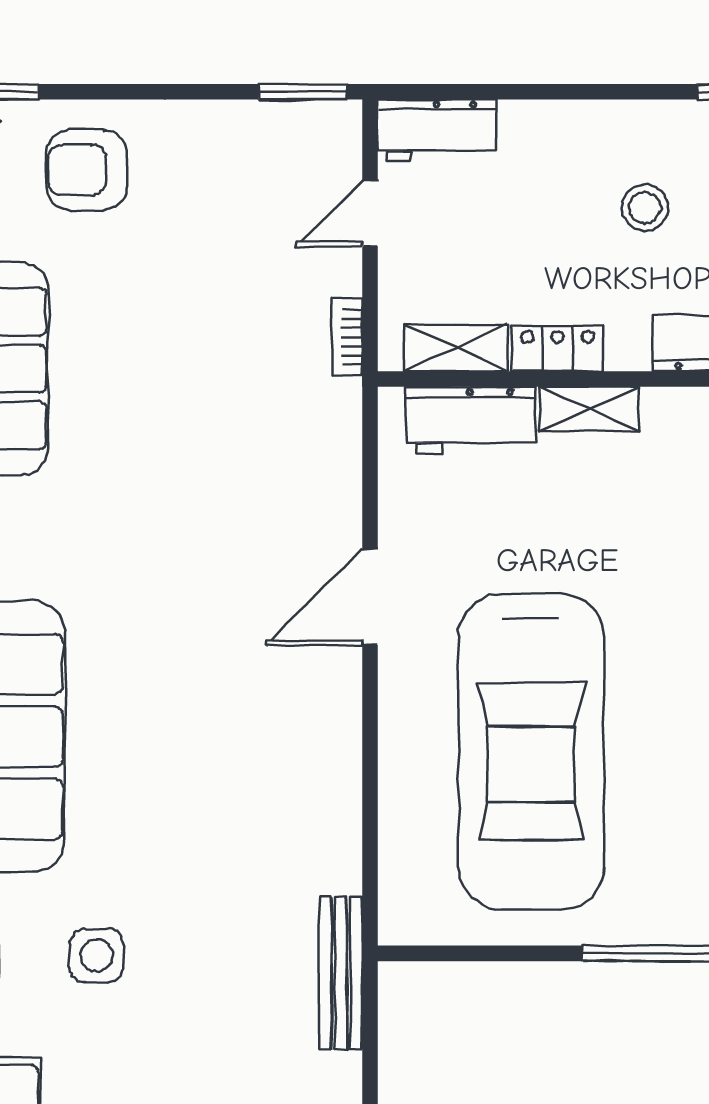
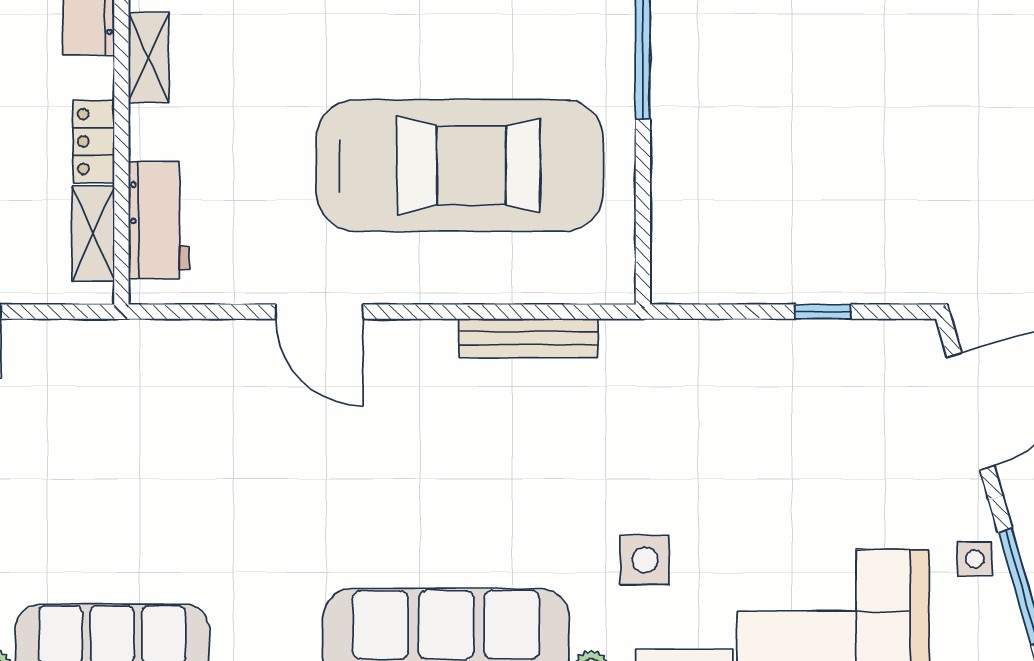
bookcase: (347, 337) -> (84, 333), removed
shelving: (589, 409) -> (149, 58), moved
bench: (341, 973) -> (528, 338), moved

